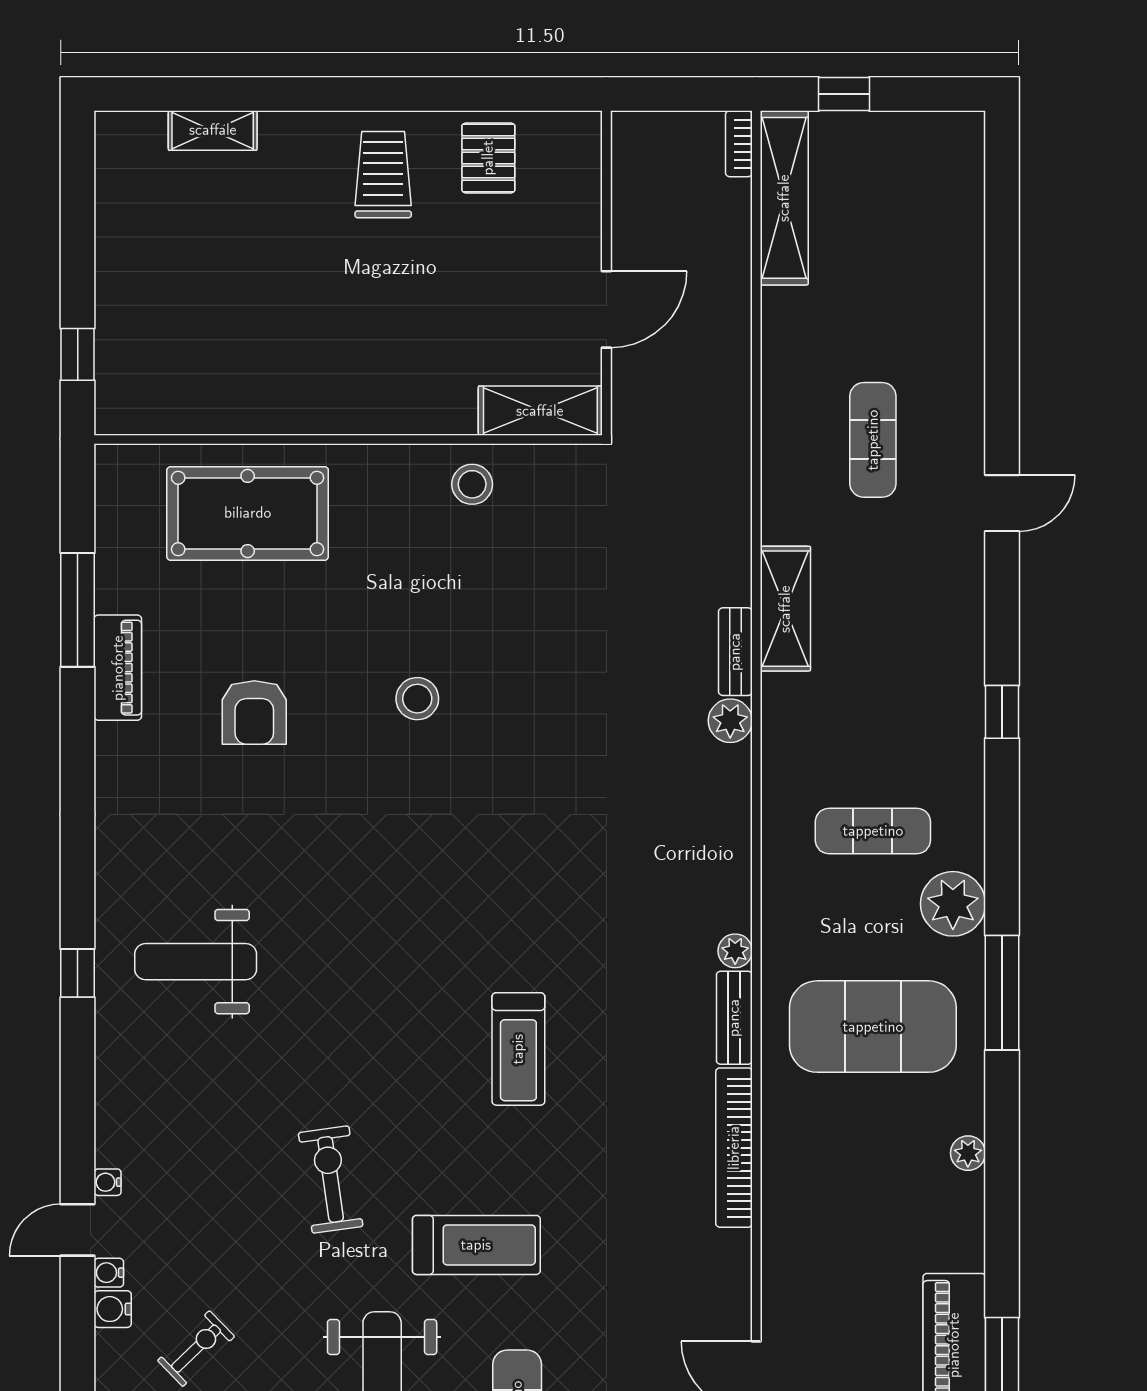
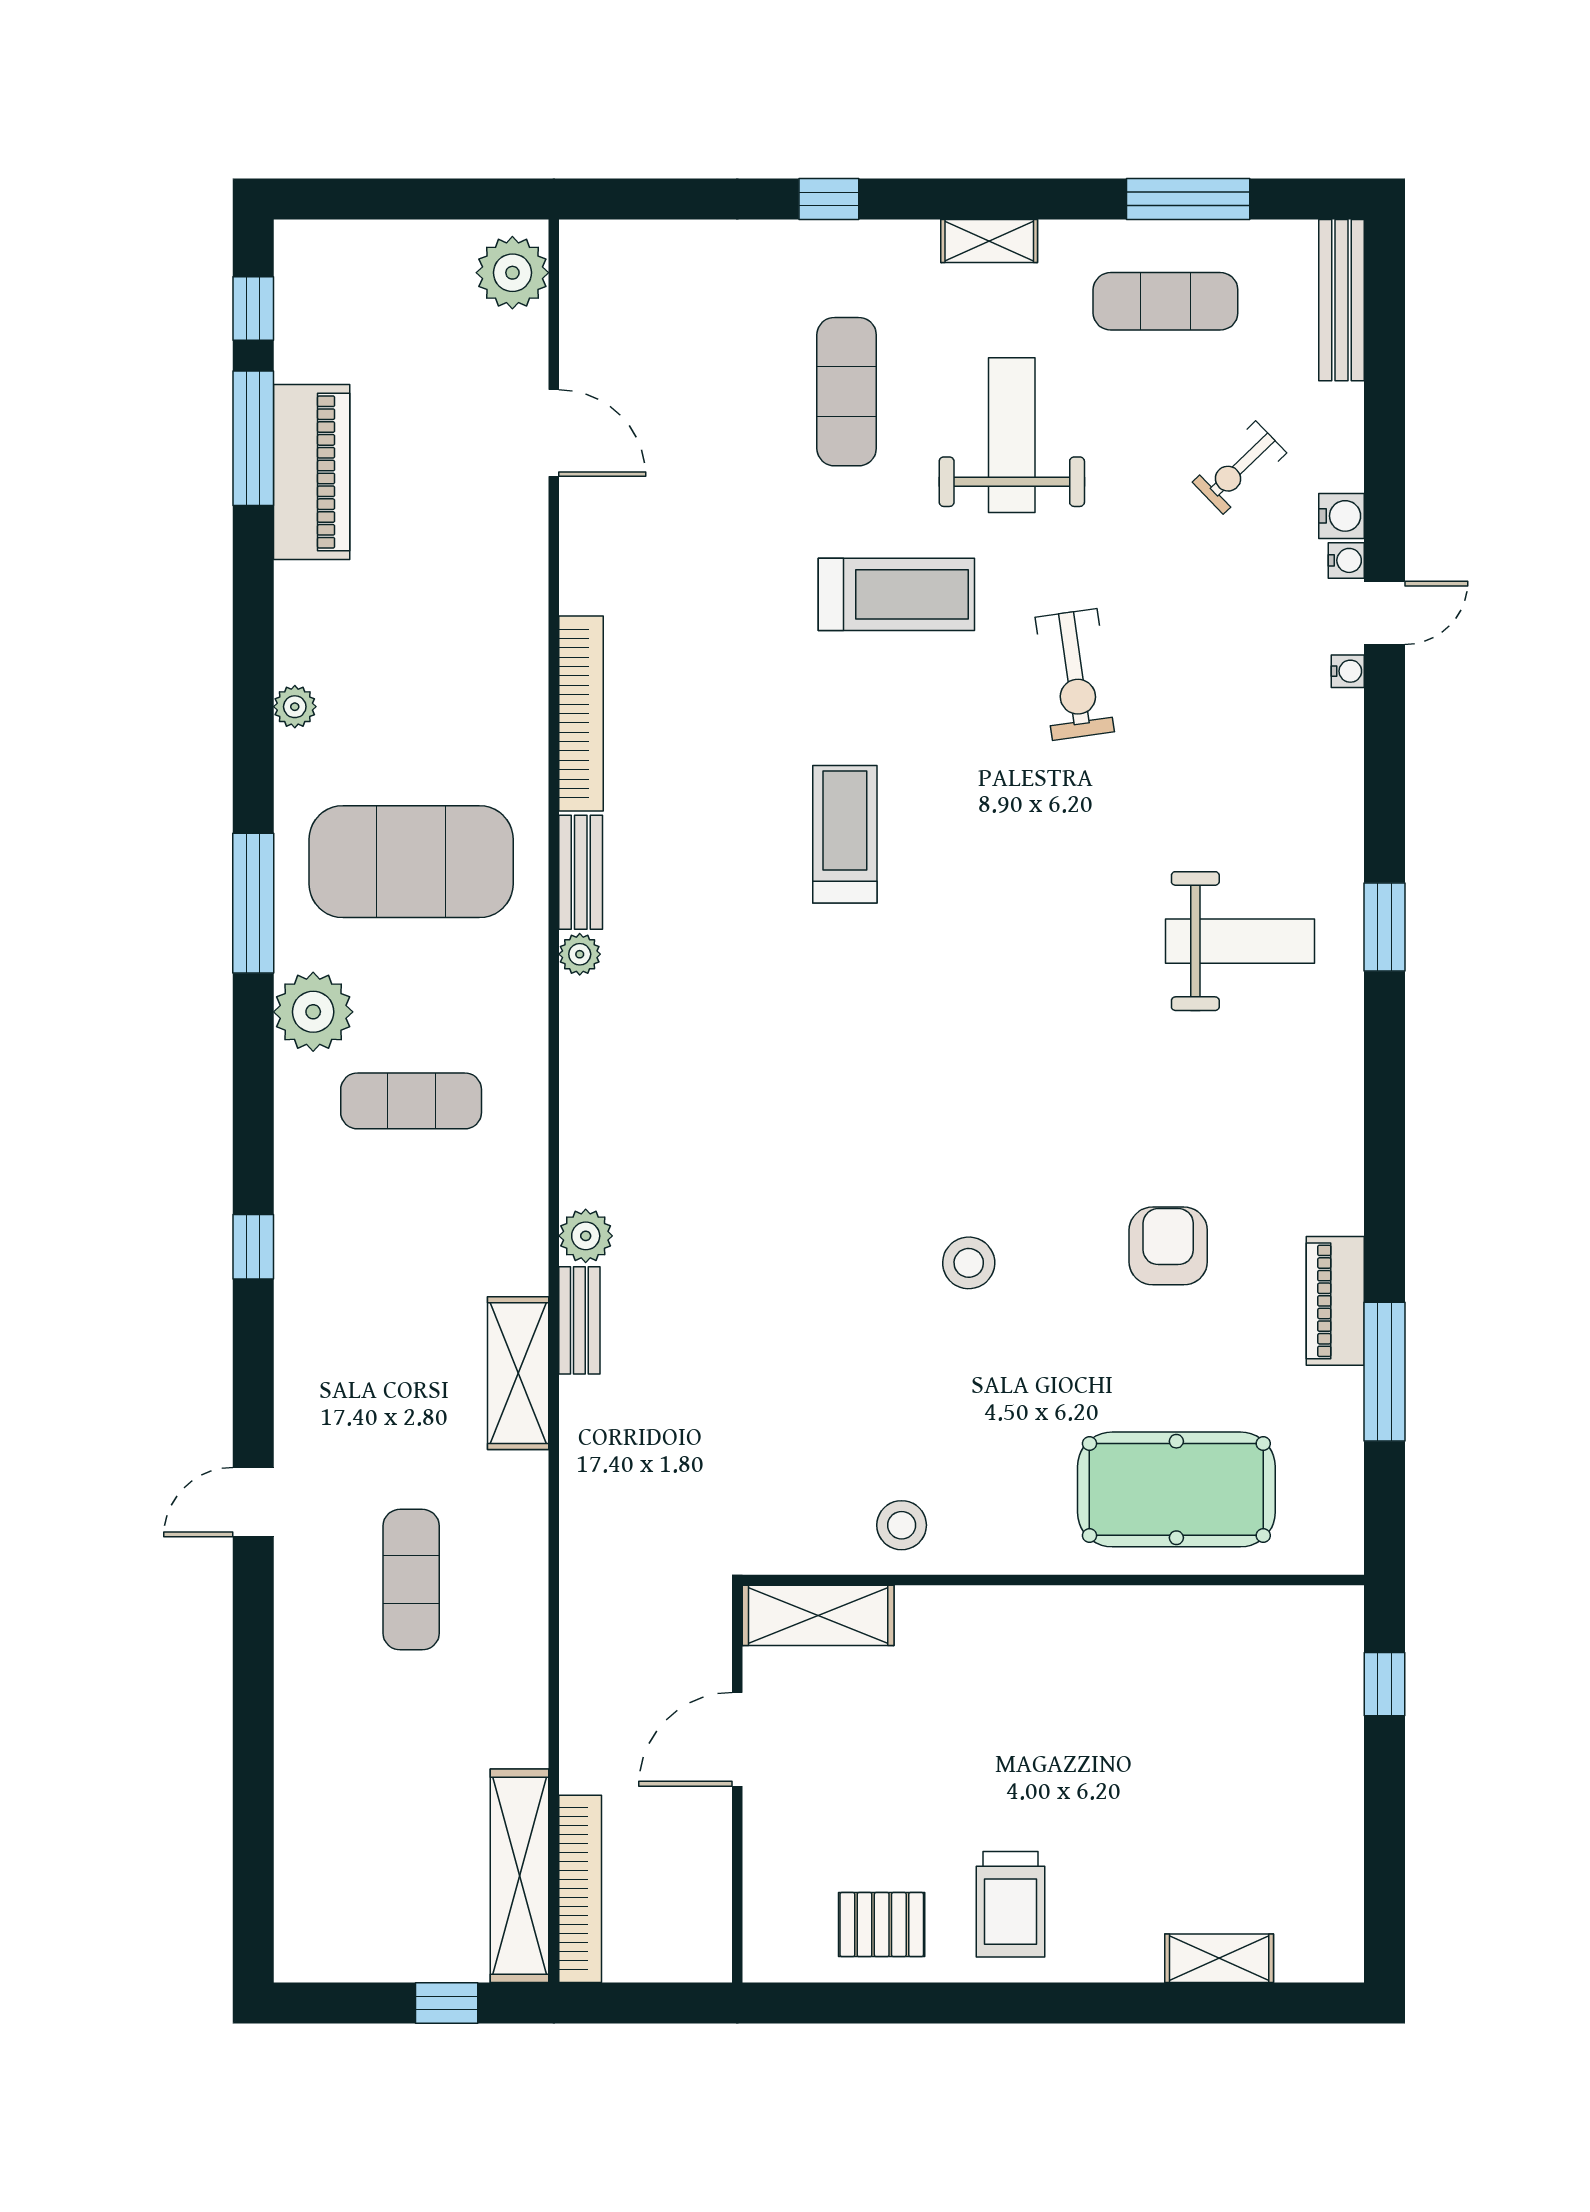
bookcase: (739, 144) -> (580, 1889), width x2.31, depth x1.31
pallet: (488, 158) -> (882, 1925), turned 90
window: (78, 973) -> (1384, 927), width x1.50
treadmill: (476, 1245) -> (896, 594), turned 180

